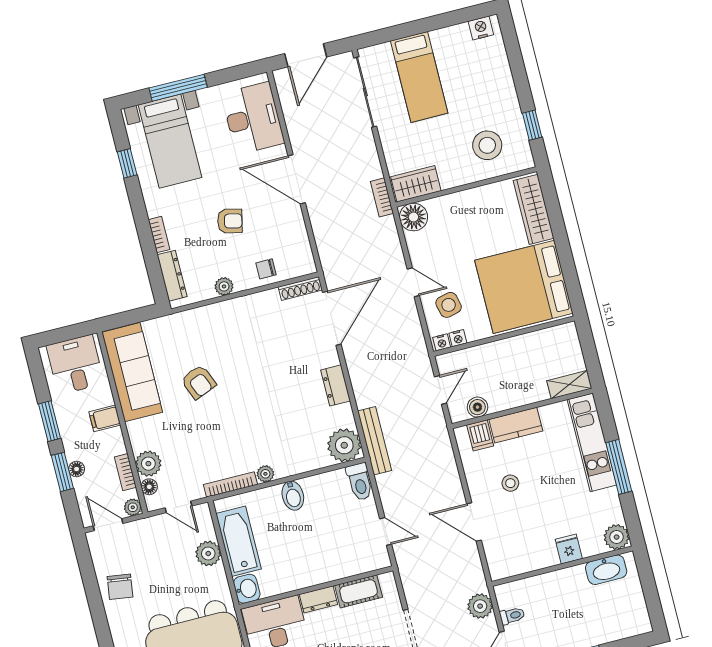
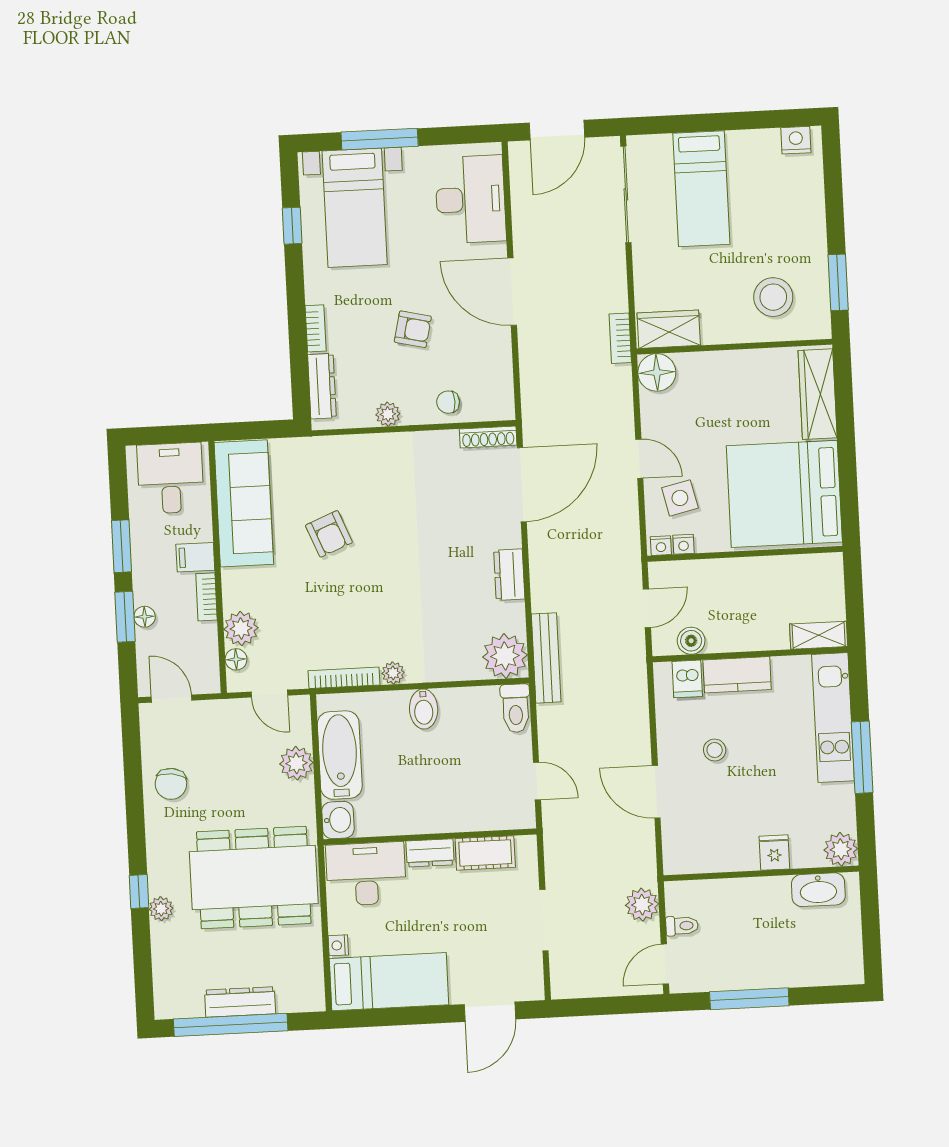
window: (532, 125) -> (838, 282), width x1.50
bookcase: (125, 472) -> (207, 597), moved
plant: (133, 507) -> (209, 682), removed

